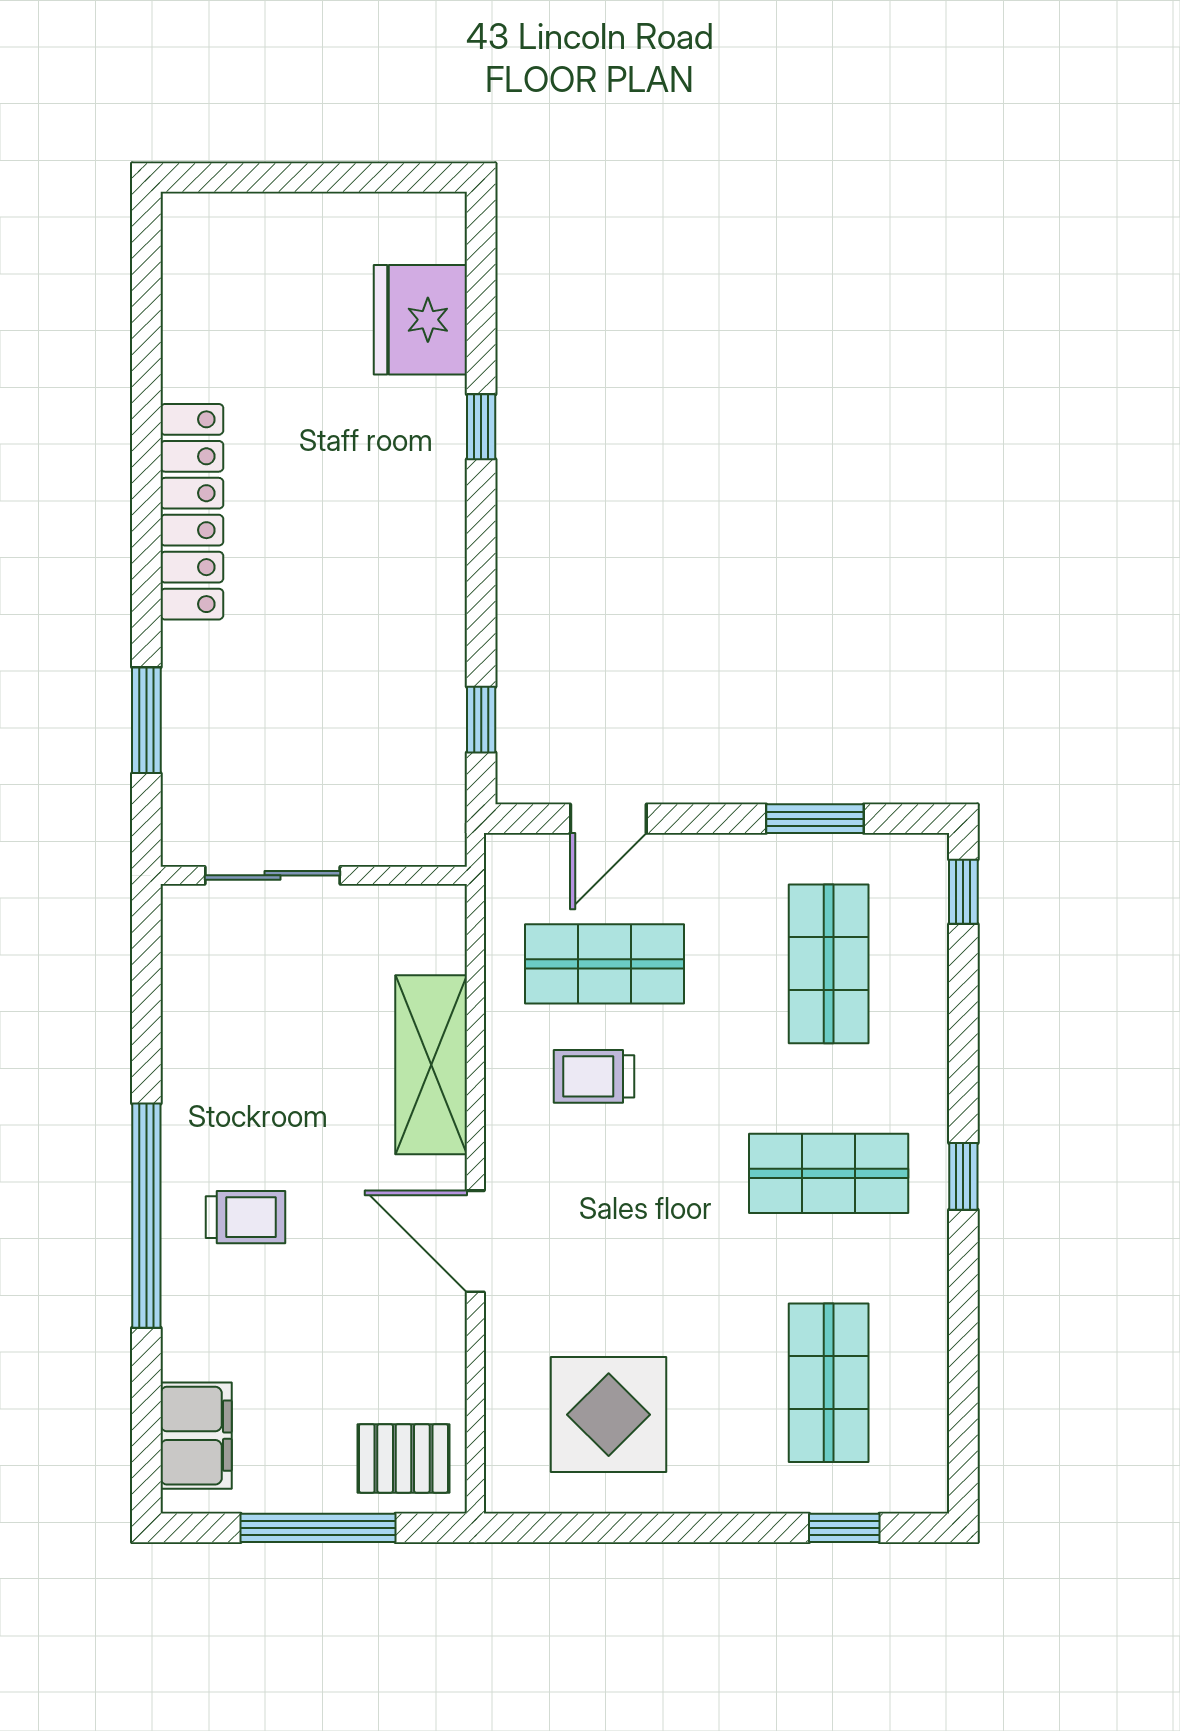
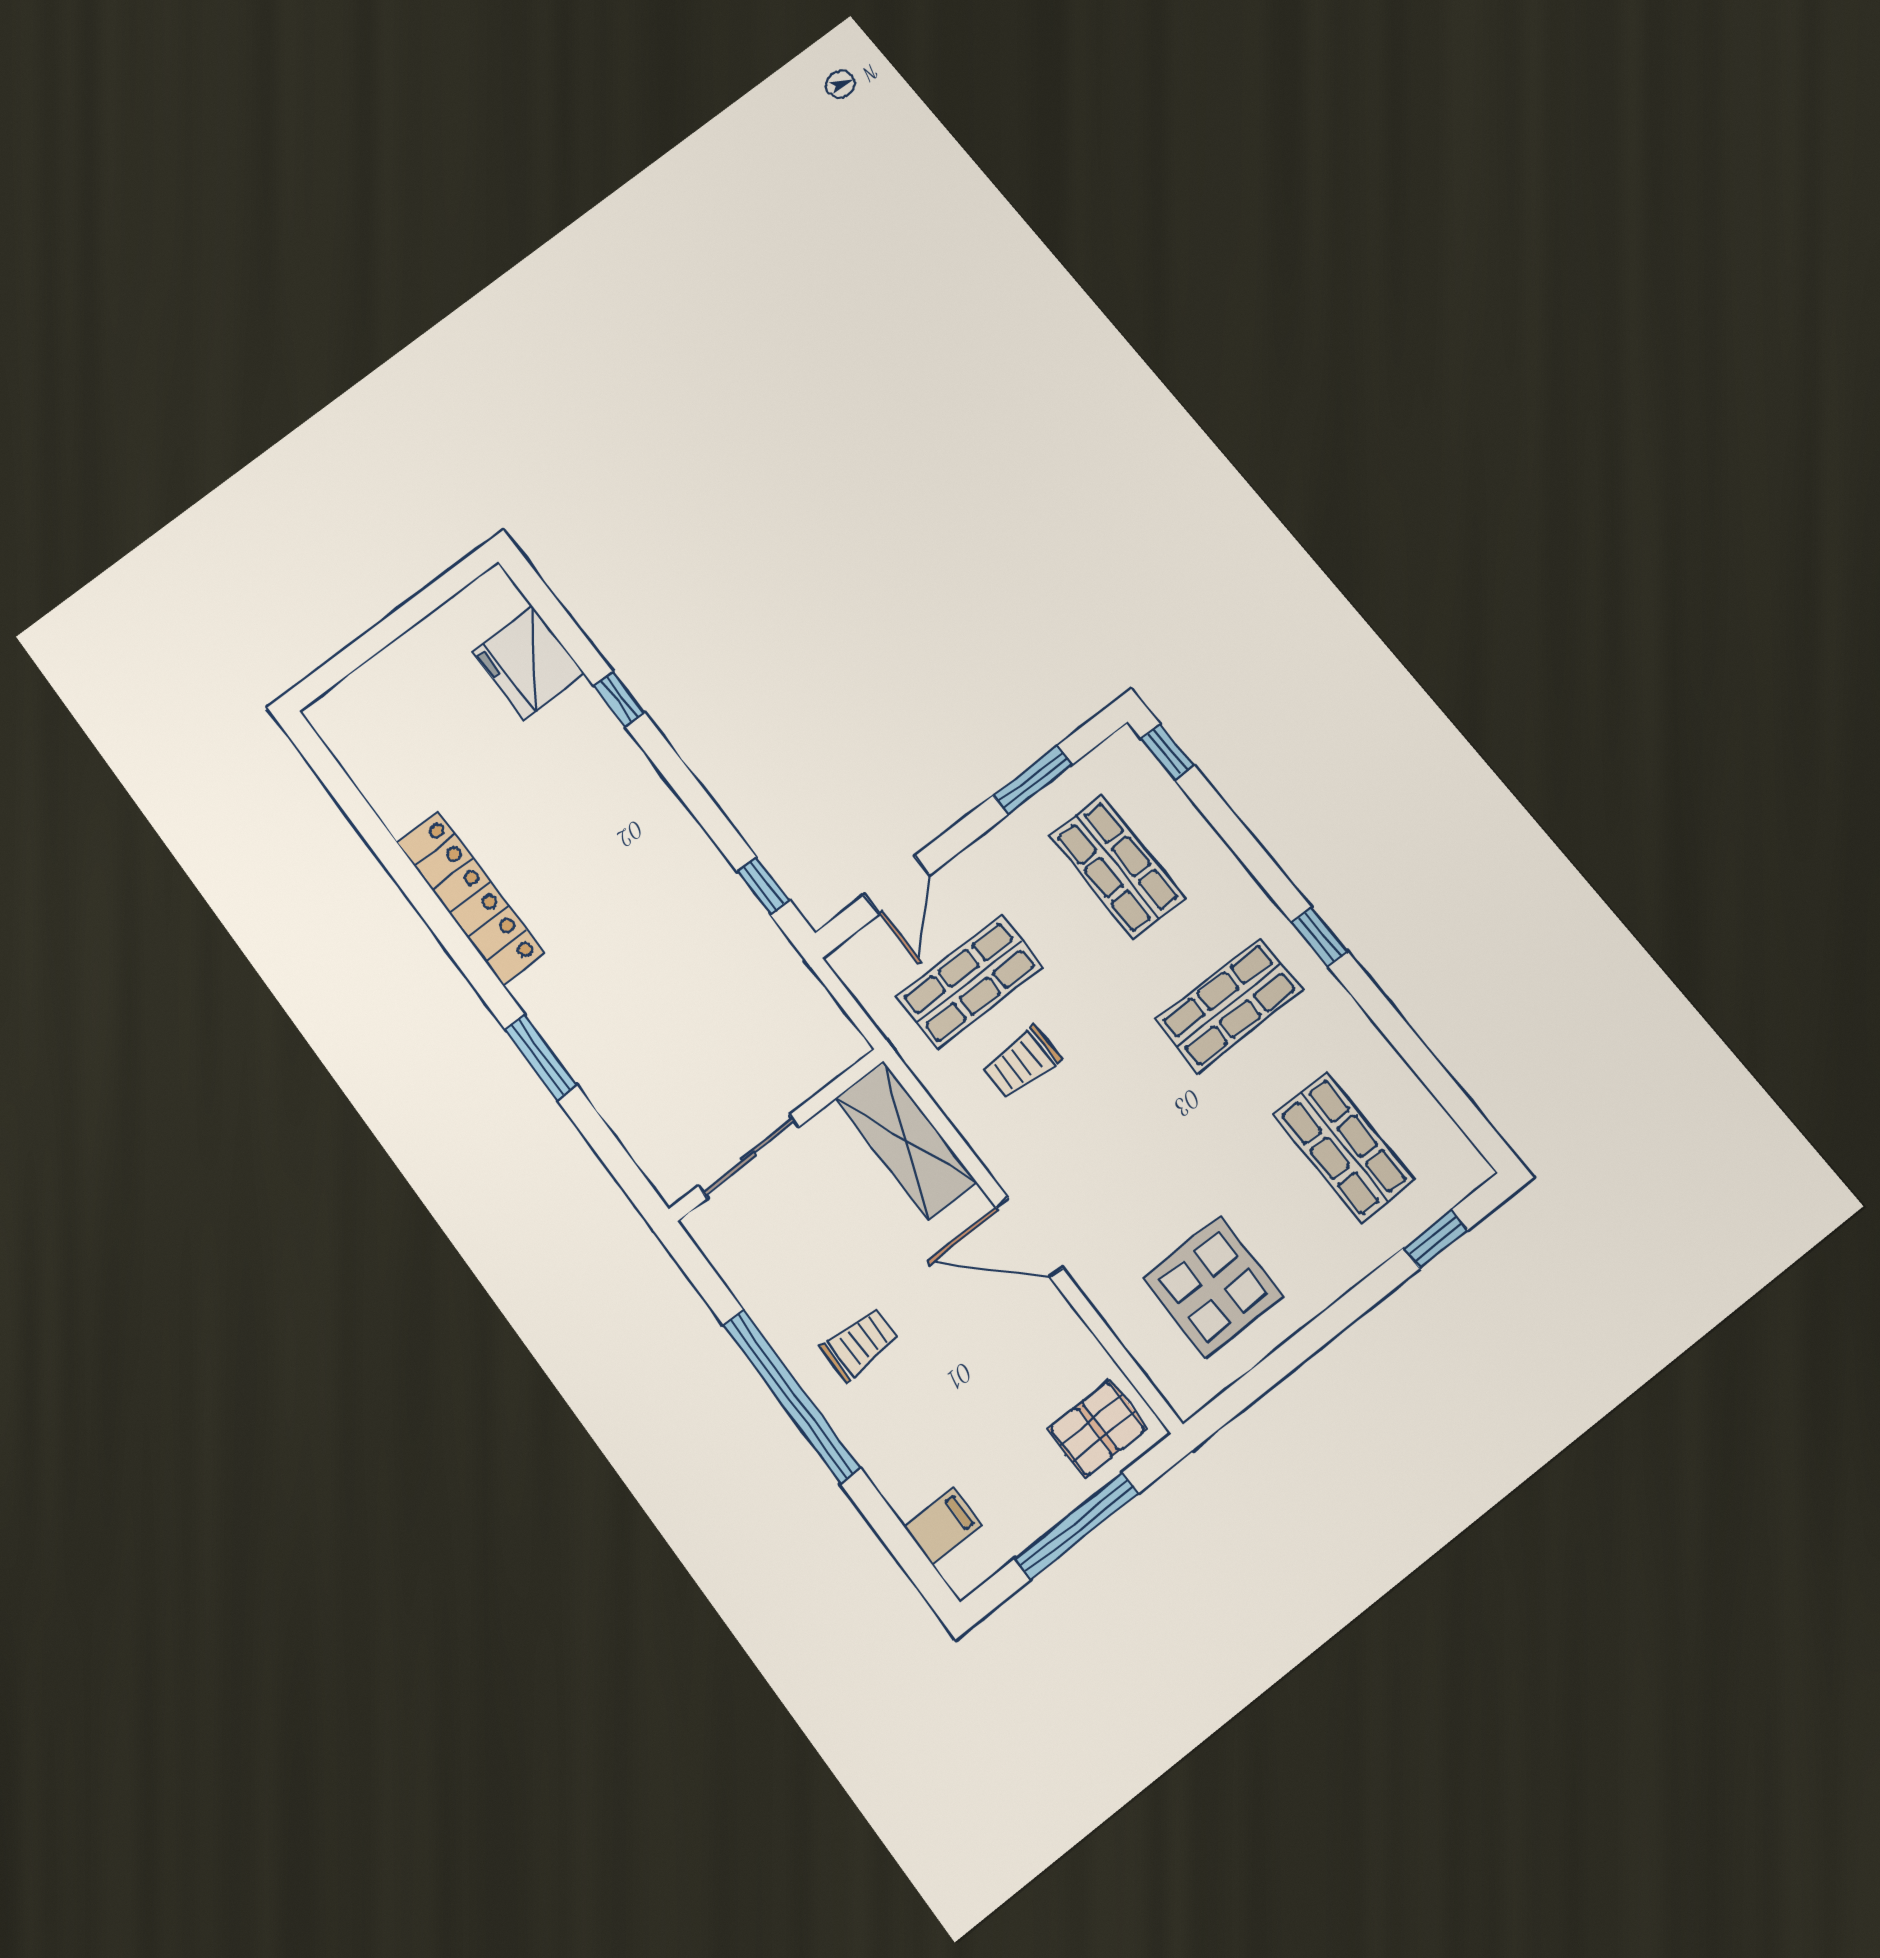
sliding door: (272, 875) -> (749, 1156), moved
wall: (314, 875) -> (776, 1135), moved
filing cabinet: (196, 1436) -> (942, 1526), width x0.50

